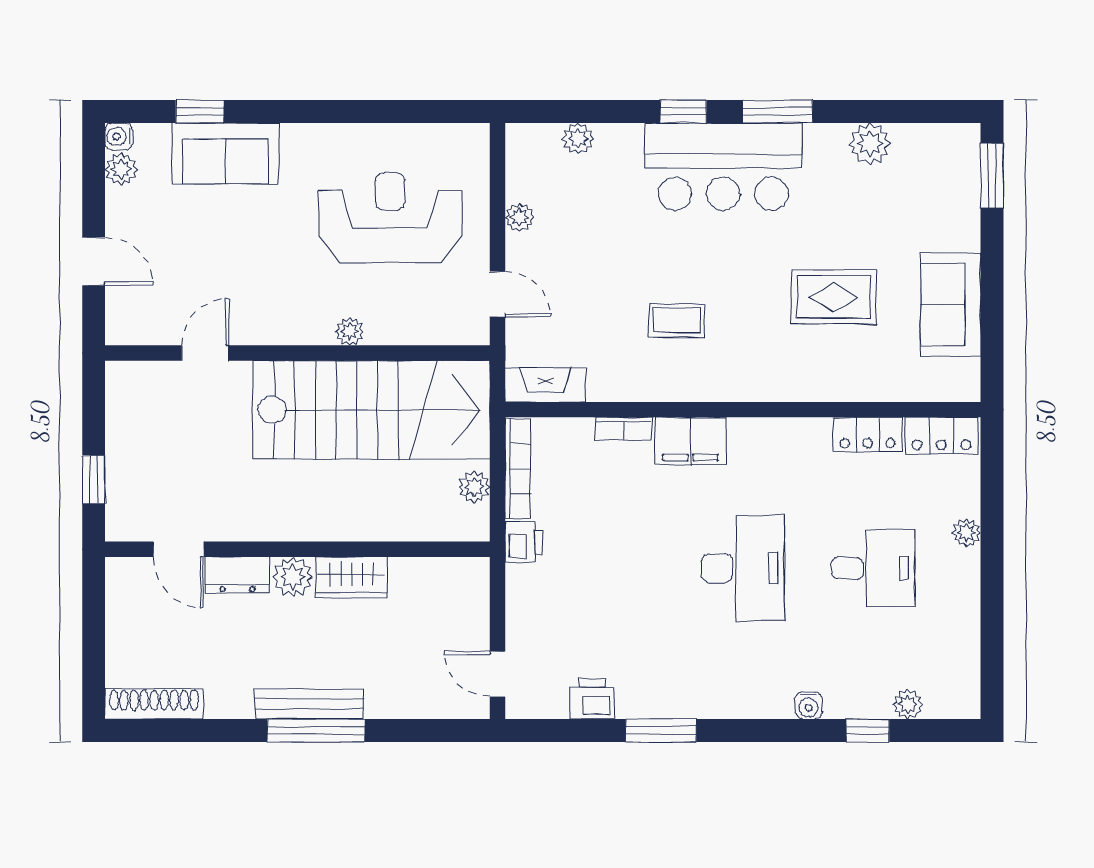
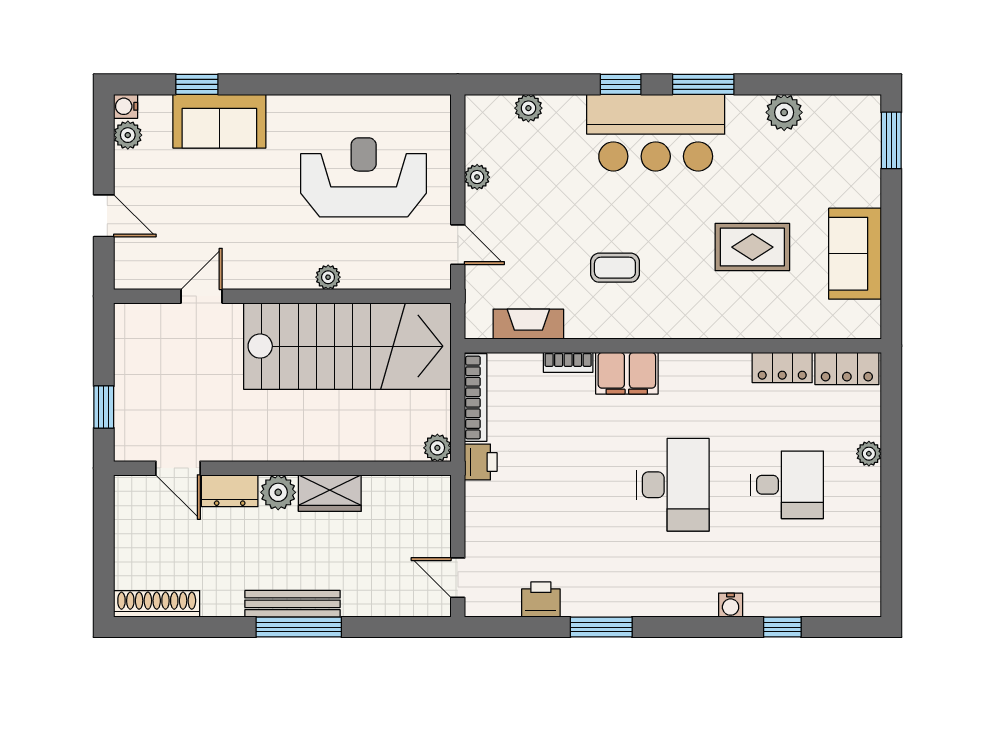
fireplace: (545, 385) -> (528, 324), moved
plant: (474, 487) -> (437, 448), moved
plant: (908, 704) -> (817, 604), removed

